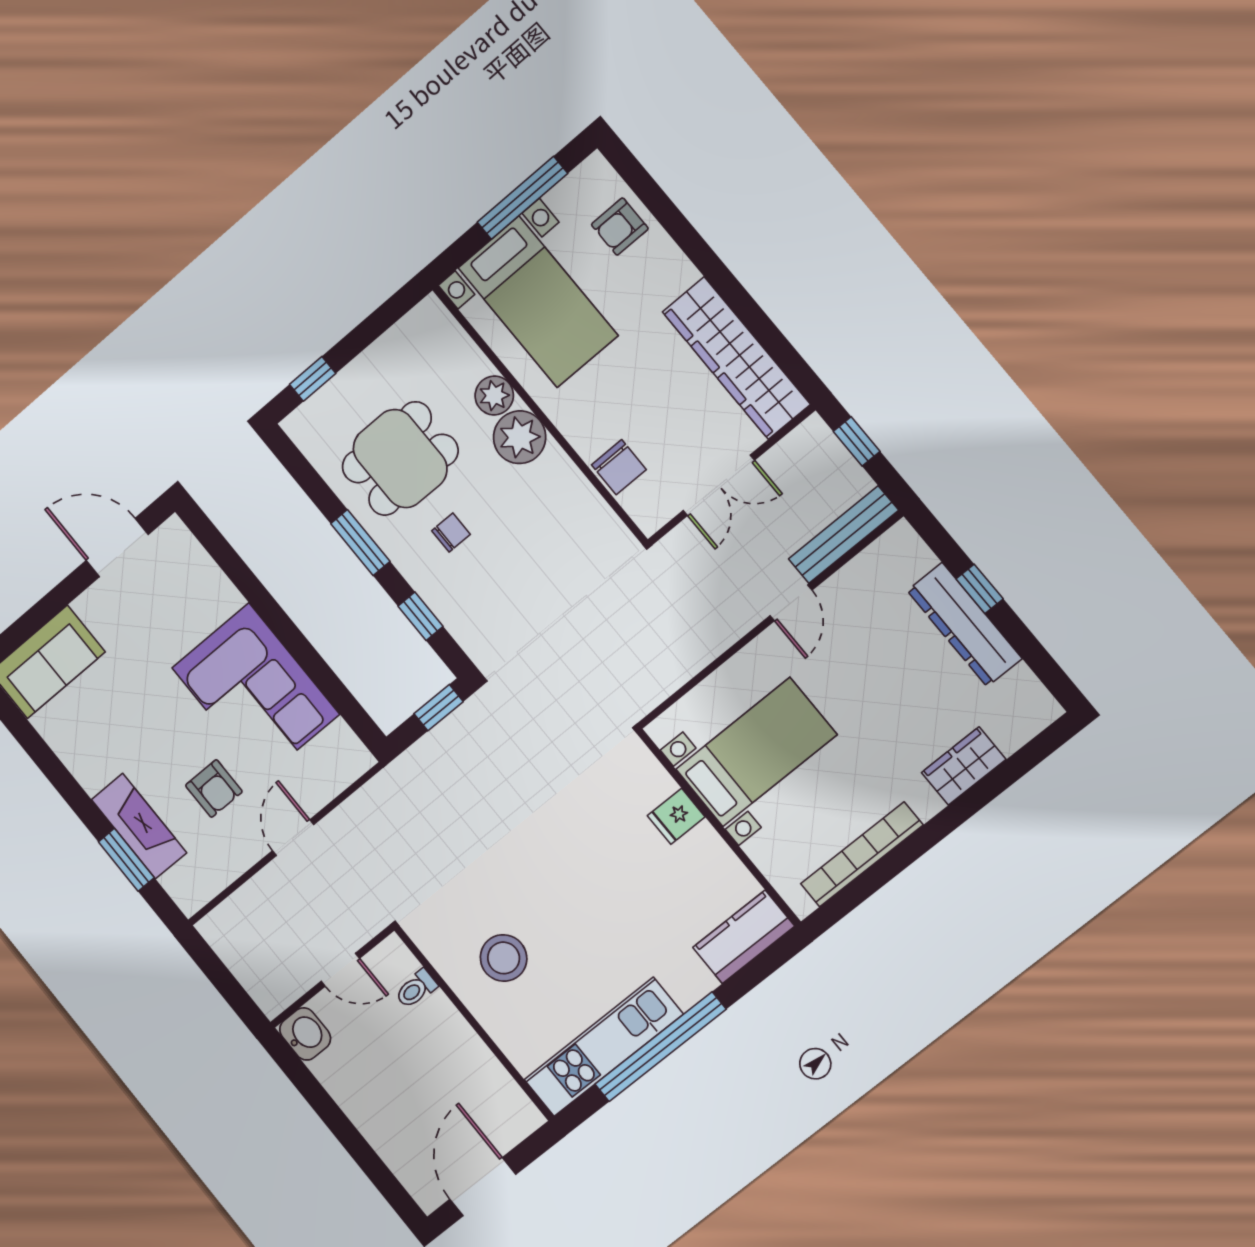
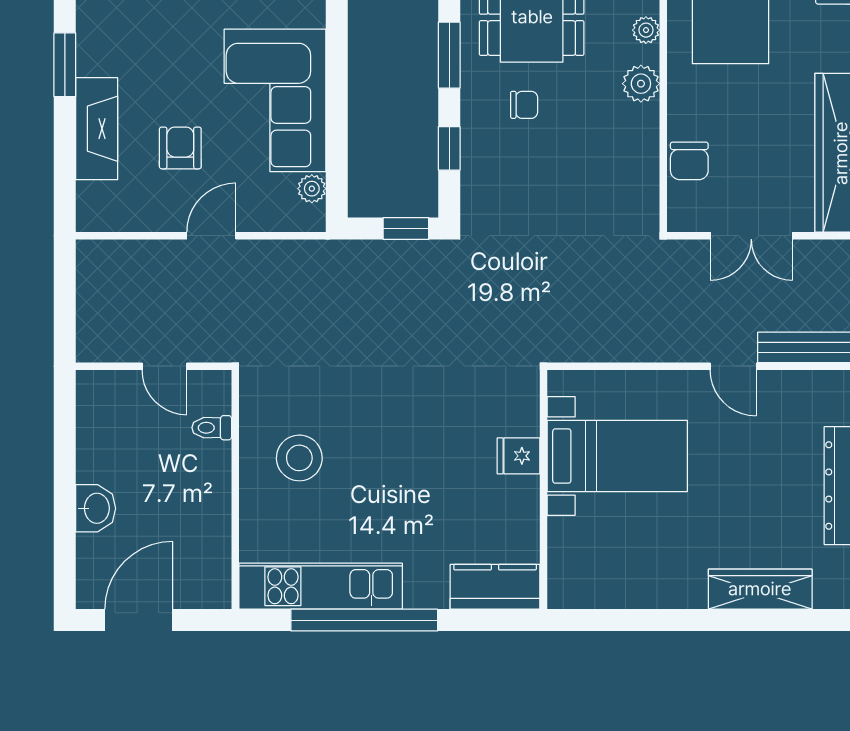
plant: (494, 395) -> (646, 30), width x0.73, depth x0.73
plant: (520, 437) -> (641, 84), width x0.73, depth x0.73
door: (791, 603) -> (733, 366), hinge flipped
plant: (340, 737) -> (312, 189), added
wardrobe: (964, 766) -> (760, 589), width x1.50
armchair: (214, 788) -> (180, 148), turned 180
bookcase: (862, 854) -> (633, 595), removed
window: (126, 860) -> (65, 65), moved
washbasin: (305, 1034) -> (96, 508), moved

